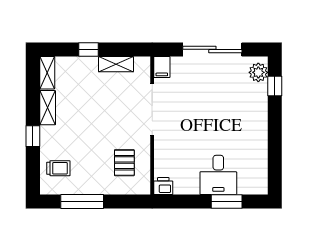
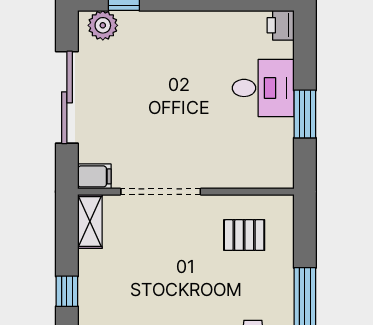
shelving: (116, 64) -> (90, 221), moved
printer: (163, 186) -> (281, 25), moved
window: (227, 201) -> (305, 114), moved

